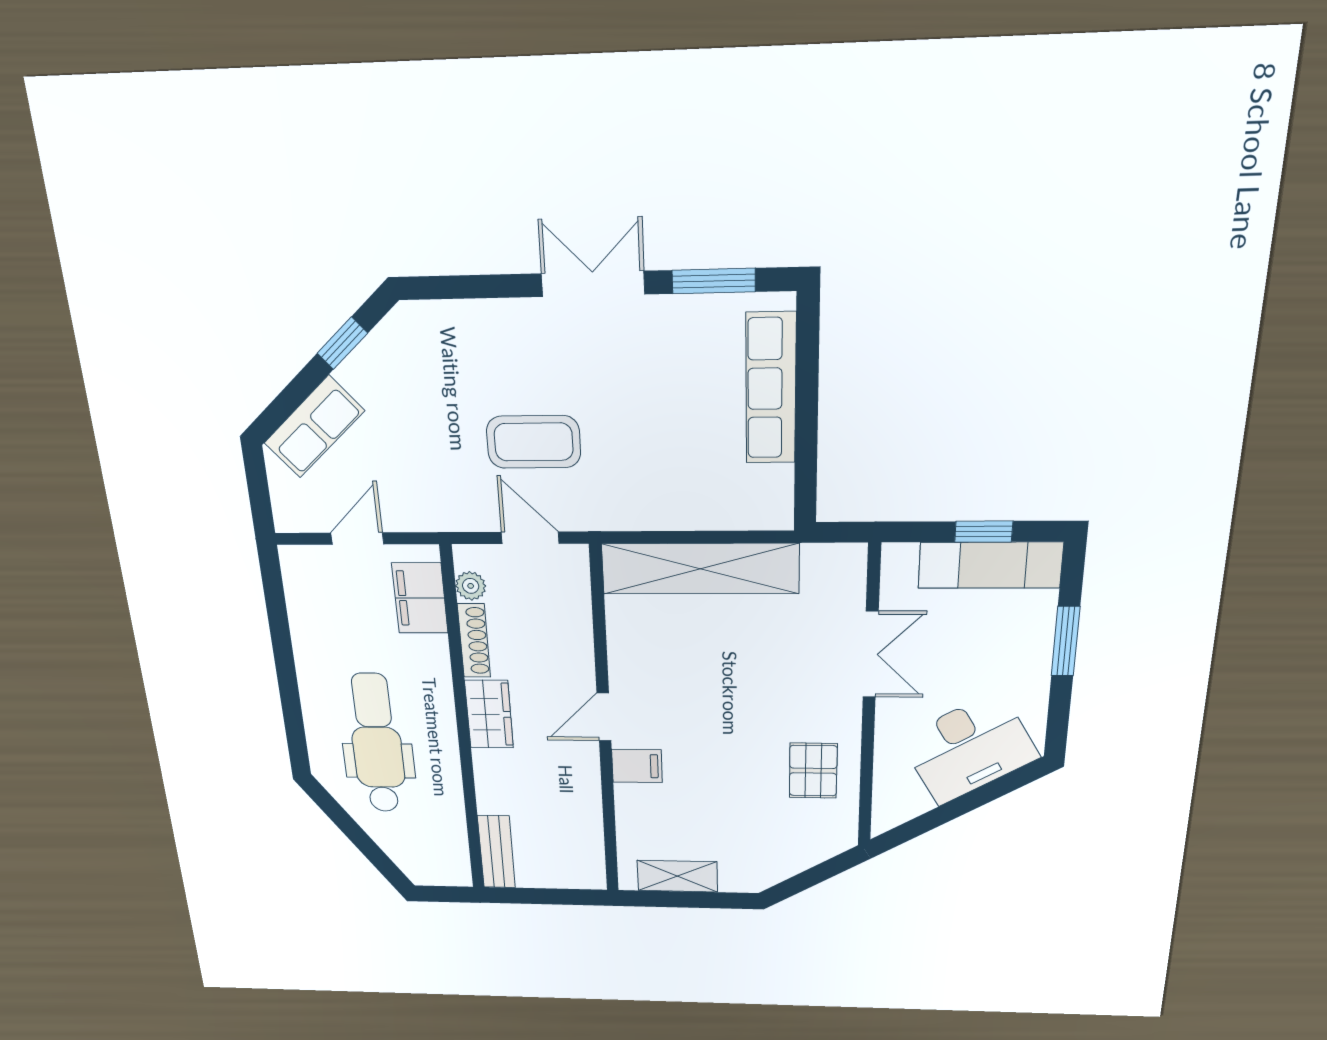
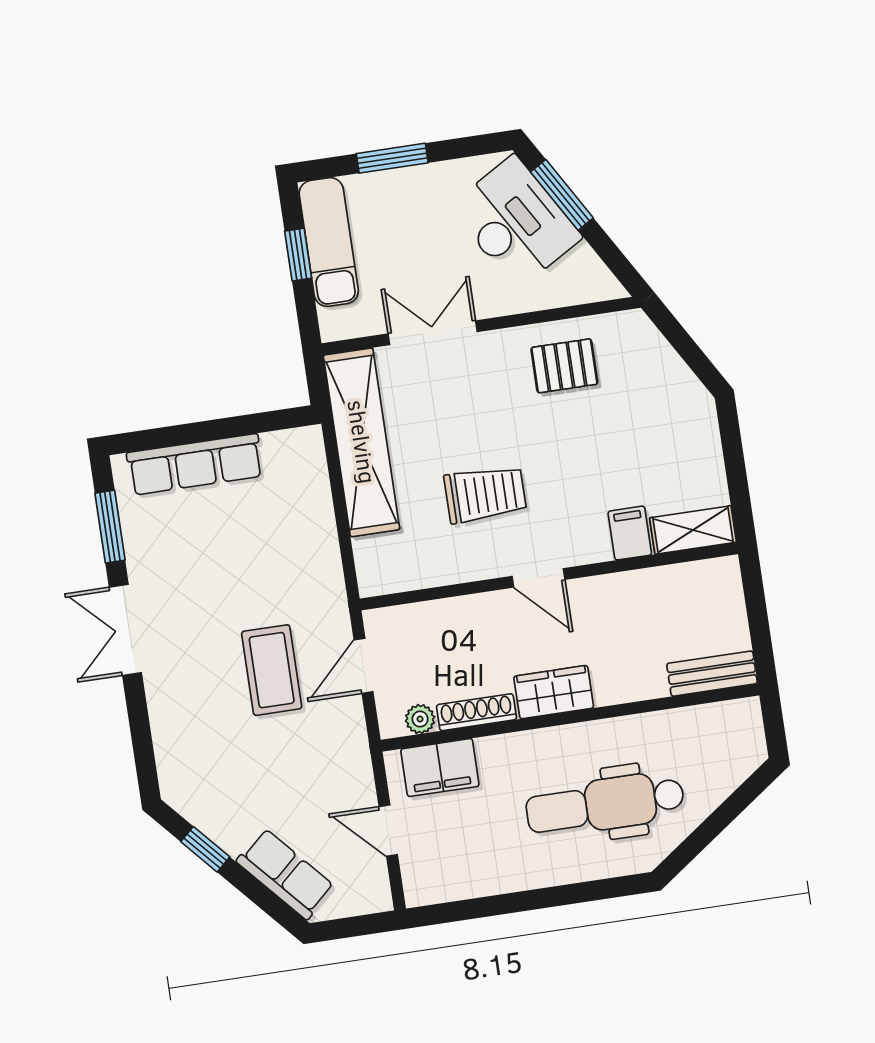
shelving: (700, 569) -> (362, 442), moved
trolley: (695, 680) -> (485, 494), added
filing cabinet: (637, 766) -> (630, 533), moved
window: (987, 794) -> (562, 195), added
shelving: (677, 876) -> (693, 530), moved, turned 90

